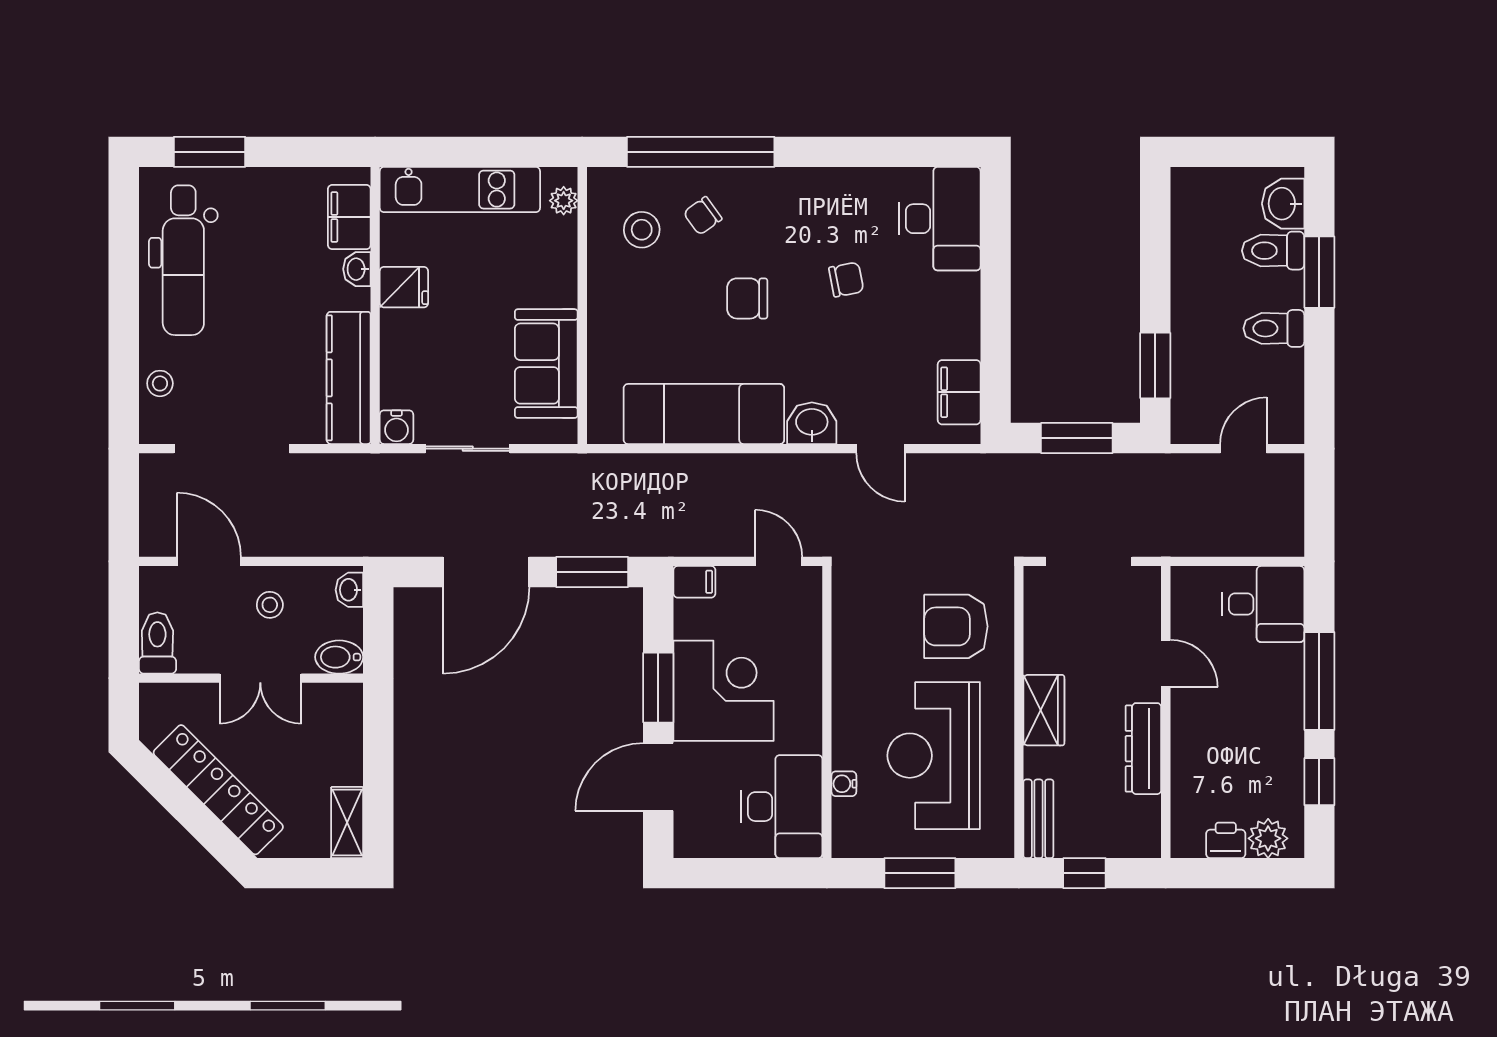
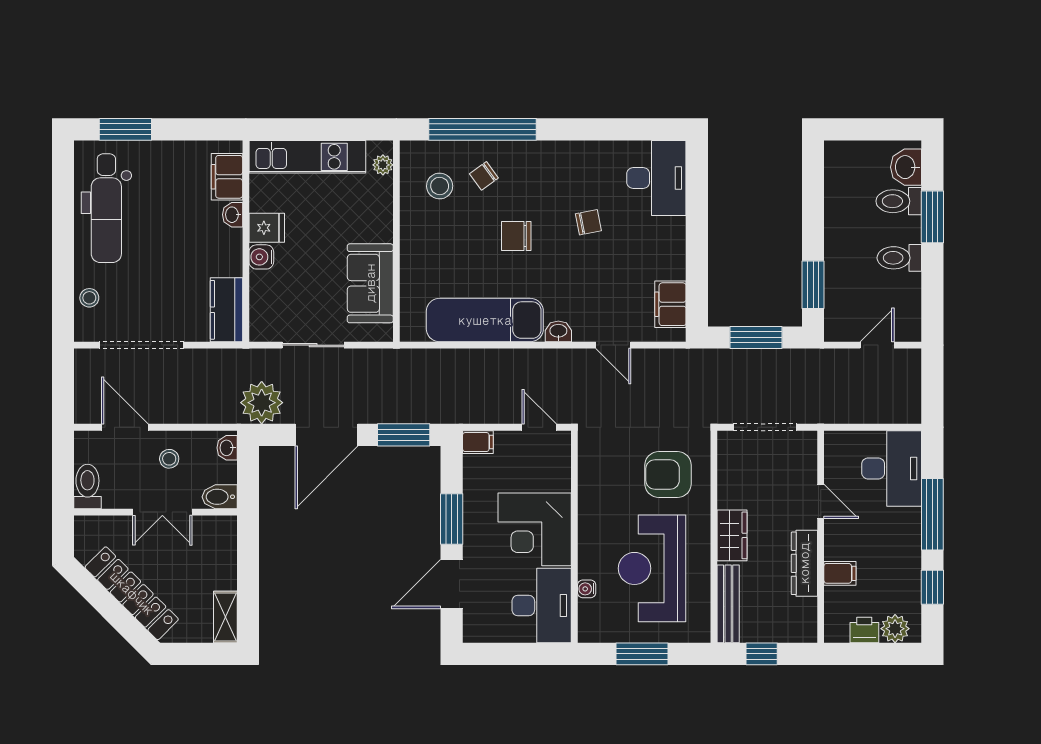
kitchen counter: (349, 378) -> (227, 310), width x0.67
washbasin: (812, 423) -> (558, 331), width x0.72, depth x0.69
water cooler: (396, 427) -> (261, 257), moved, turned 90
plant: (397, 528) -> (262, 403), added
desk: (1263, 604) -> (892, 468), width x1.37
corner desk: (724, 691) -> (535, 529), moved, turned 180
filing cabinet: (1192, 762) -> (840, 573), added
bench: (1038, 819) -> (728, 604), width x1.36

